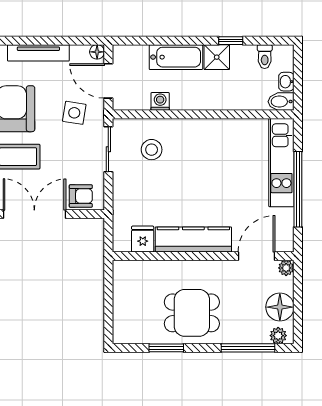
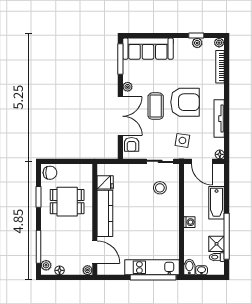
window: (231, 41) -> (227, 236), width x3.17
shower: (217, 57) -> (217, 244), moved
door: (108, 81) -> (202, 161), swing flipped
washing machine: (160, 101) -> (189, 222), moved
window: (298, 189) -> (153, 277), moved
floor lamp: (280, 307) -> (60, 270), width x0.53, depth x0.53
dining table: (192, 313) -> (67, 202), moved, turned 90
chair: (127, 329) -> (50, 173), added

